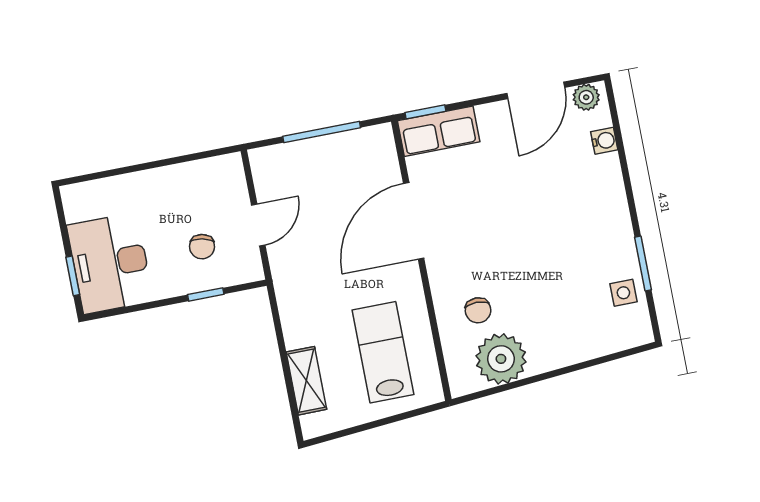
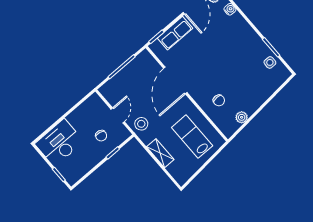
row of seats: (439, 131) -> (175, 33), moved
desk: (110, 263) -> (59, 143), moved, turned 90
stool: (296, 269) -> (141, 124), added
plant: (501, 359) -> (242, 117), width x0.53, depth x0.53
shelving: (306, 381) -> (160, 153), moved

